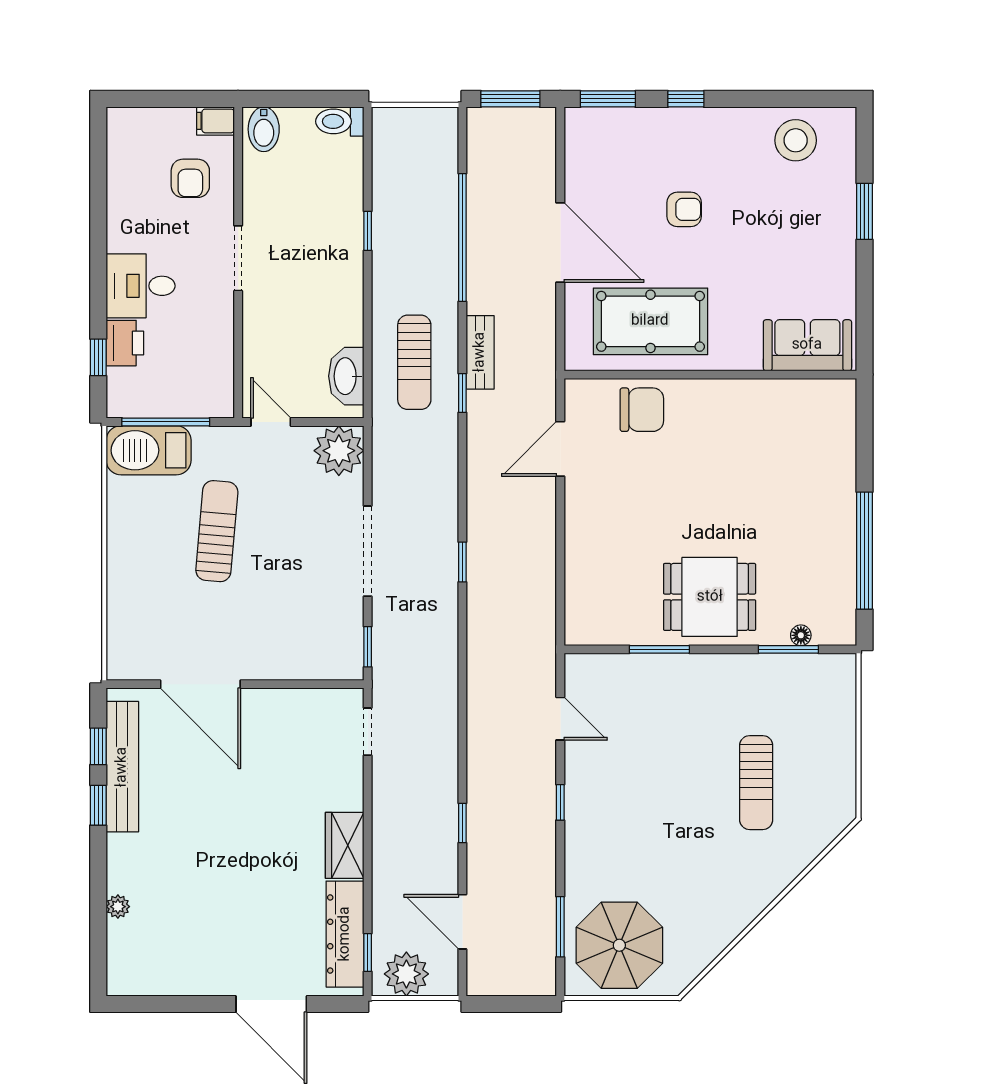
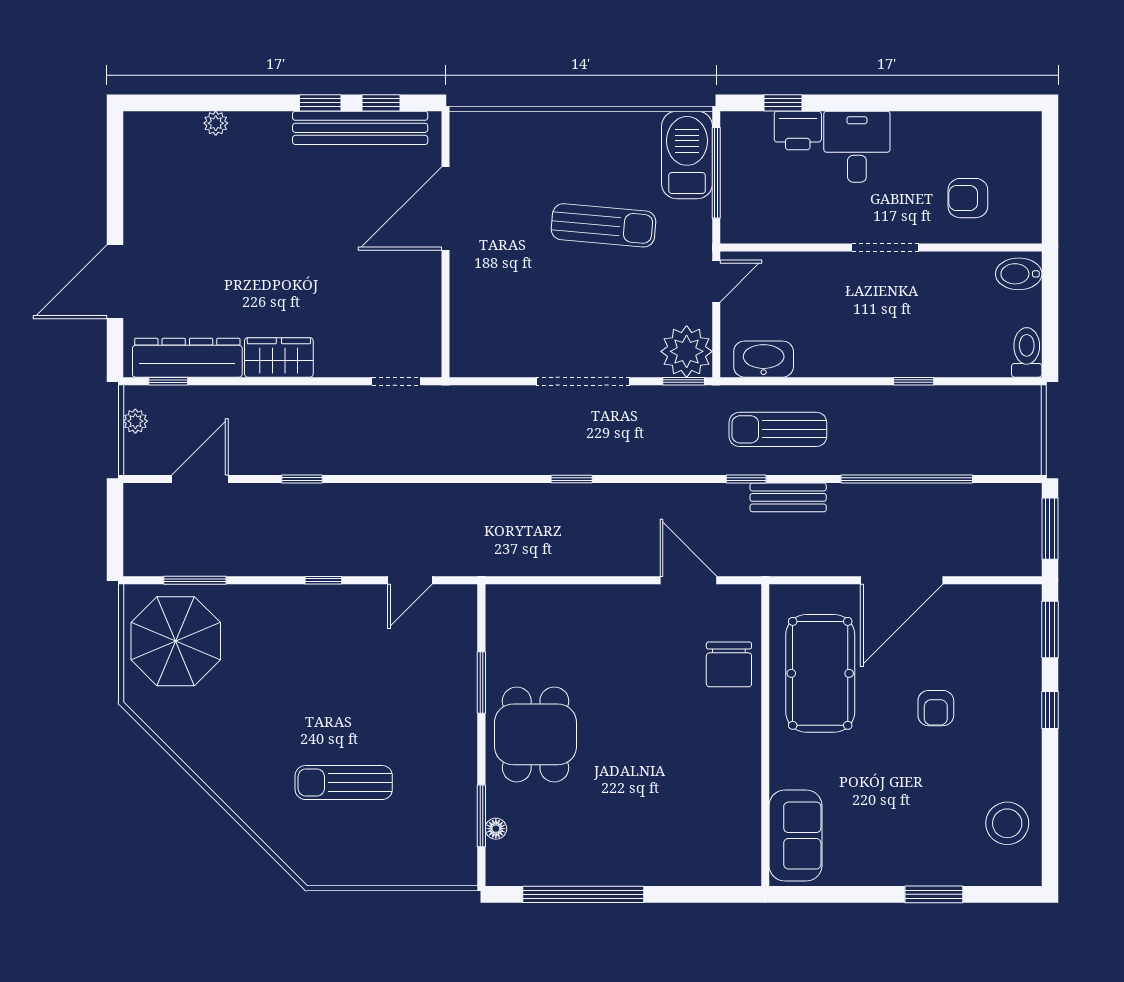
filing cabinet: (215, 121) -> (1027, 224), removed
window: (368, 647) -> (684, 381), moved
plant: (406, 974) -> (135, 421), width x0.53, depth x0.53

